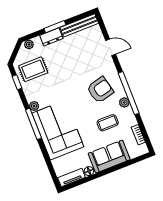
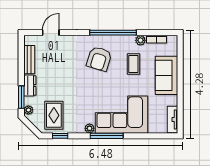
bench: (79, 25) -> (29, 60), width x0.73
window: (55, 27) -> (21, 97), moved
door: (111, 47) -> (51, 33), moved
armchair: (100, 90) -> (99, 59), turned -149
plant: (124, 102) -> (140, 40), moved
floor lamp: (89, 171) -> (173, 100), removed

